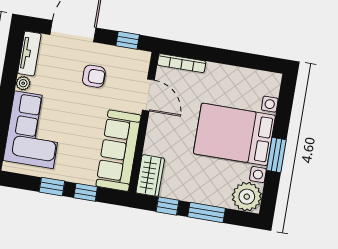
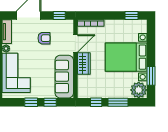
window: (256, 62) -> (131, 15), added
door: (148, 95) -> (75, 43), hinge flipped
window: (276, 155) -> (151, 76), moved
wardrobe: (150, 176) -> (84, 63), moved

